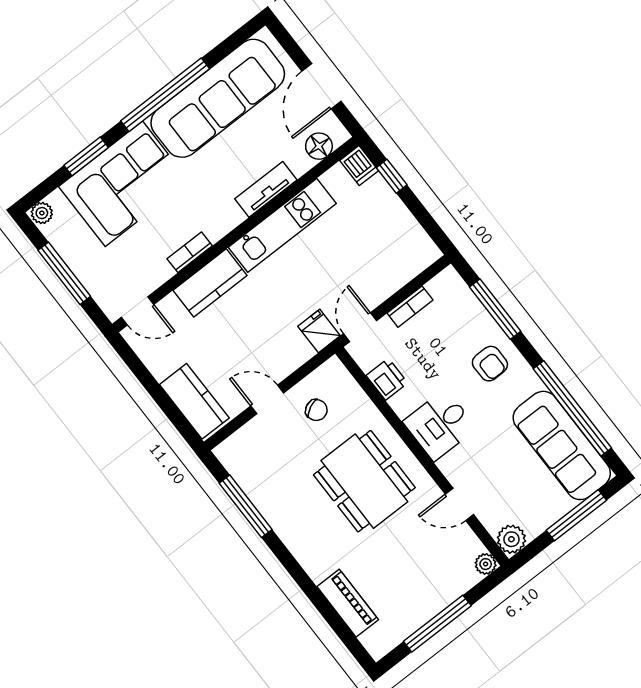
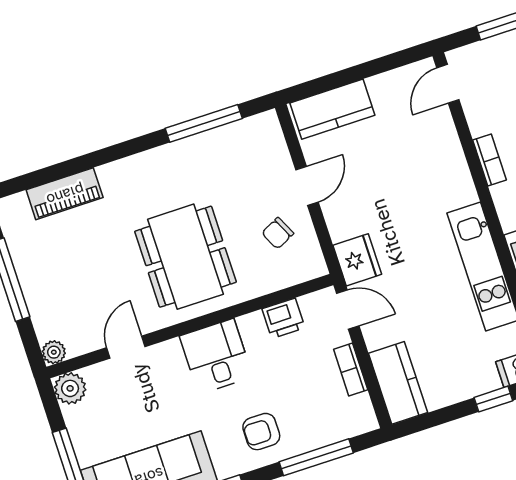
kitchen counter: (210, 283) -> (398, 383), moved, turned 180
fridge: (319, 331) -> (357, 260), width x1.38
dining table: (364, 481) -> (186, 257), turned 90

